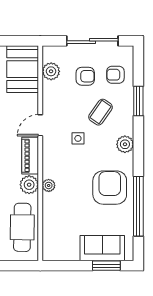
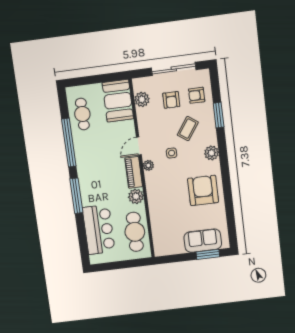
armchair: (85, 76) -> (171, 100), turned 90
plant: (49, 185) -> (148, 165), moved
window: (138, 206) -> (229, 203), removed

